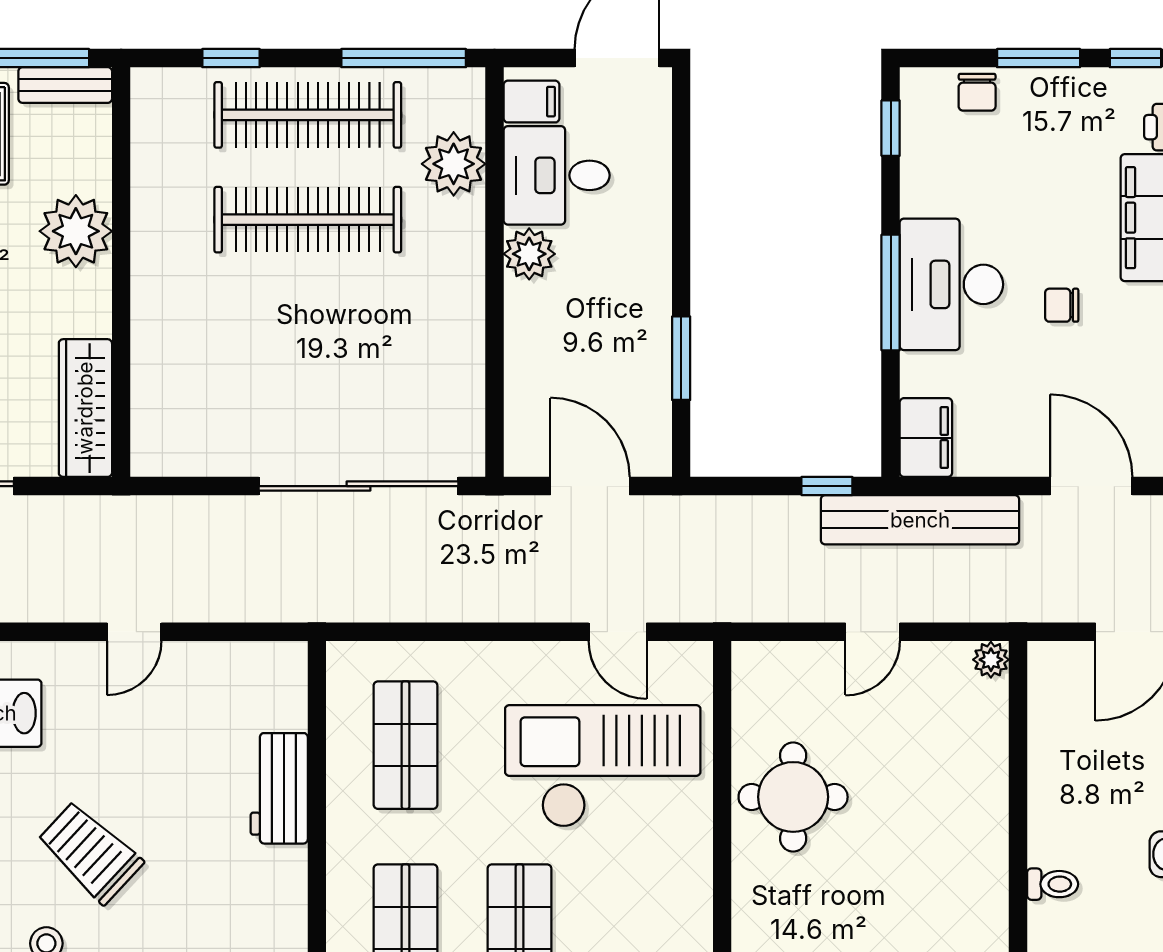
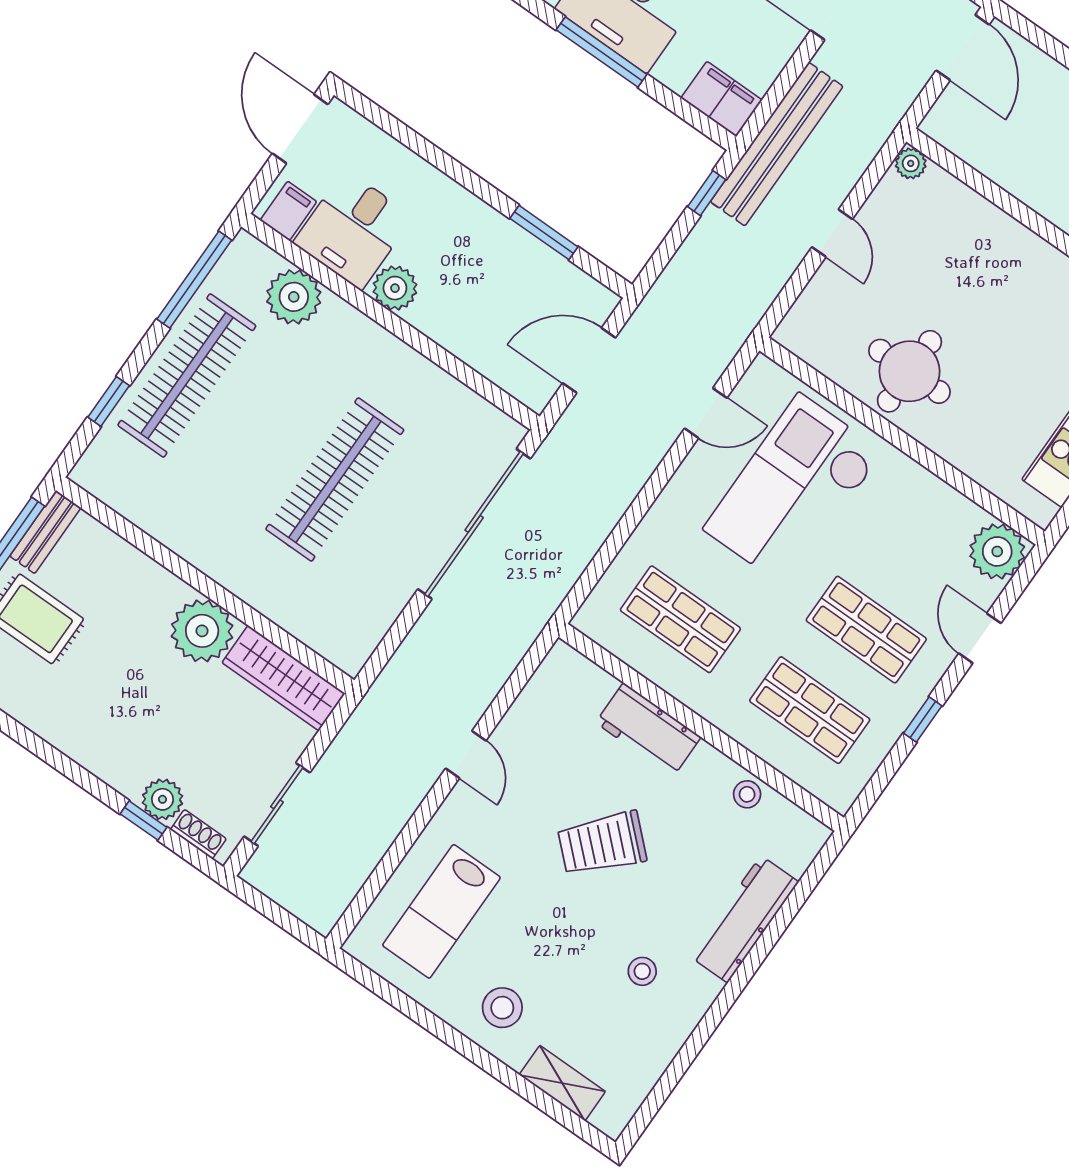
clothes rail: (308, 220) -> (335, 479), moved
plant: (76, 231) -> (202, 631), moved
trolley: (90, 852) -> (602, 843), moved
stool: (284, 925) -> (747, 794), added

